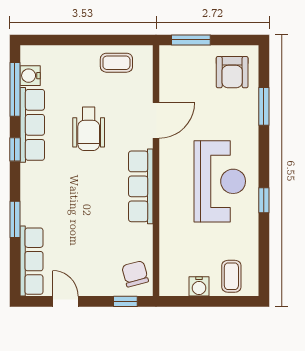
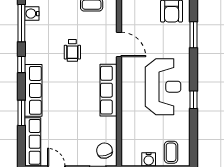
door: (156, 120) -> (119, 44), hinge flipped
row of seats: (32, 125) -> (33, 90), moved
wheelchair: (89, 129) -> (72, 50), width x0.73, depth x0.73

